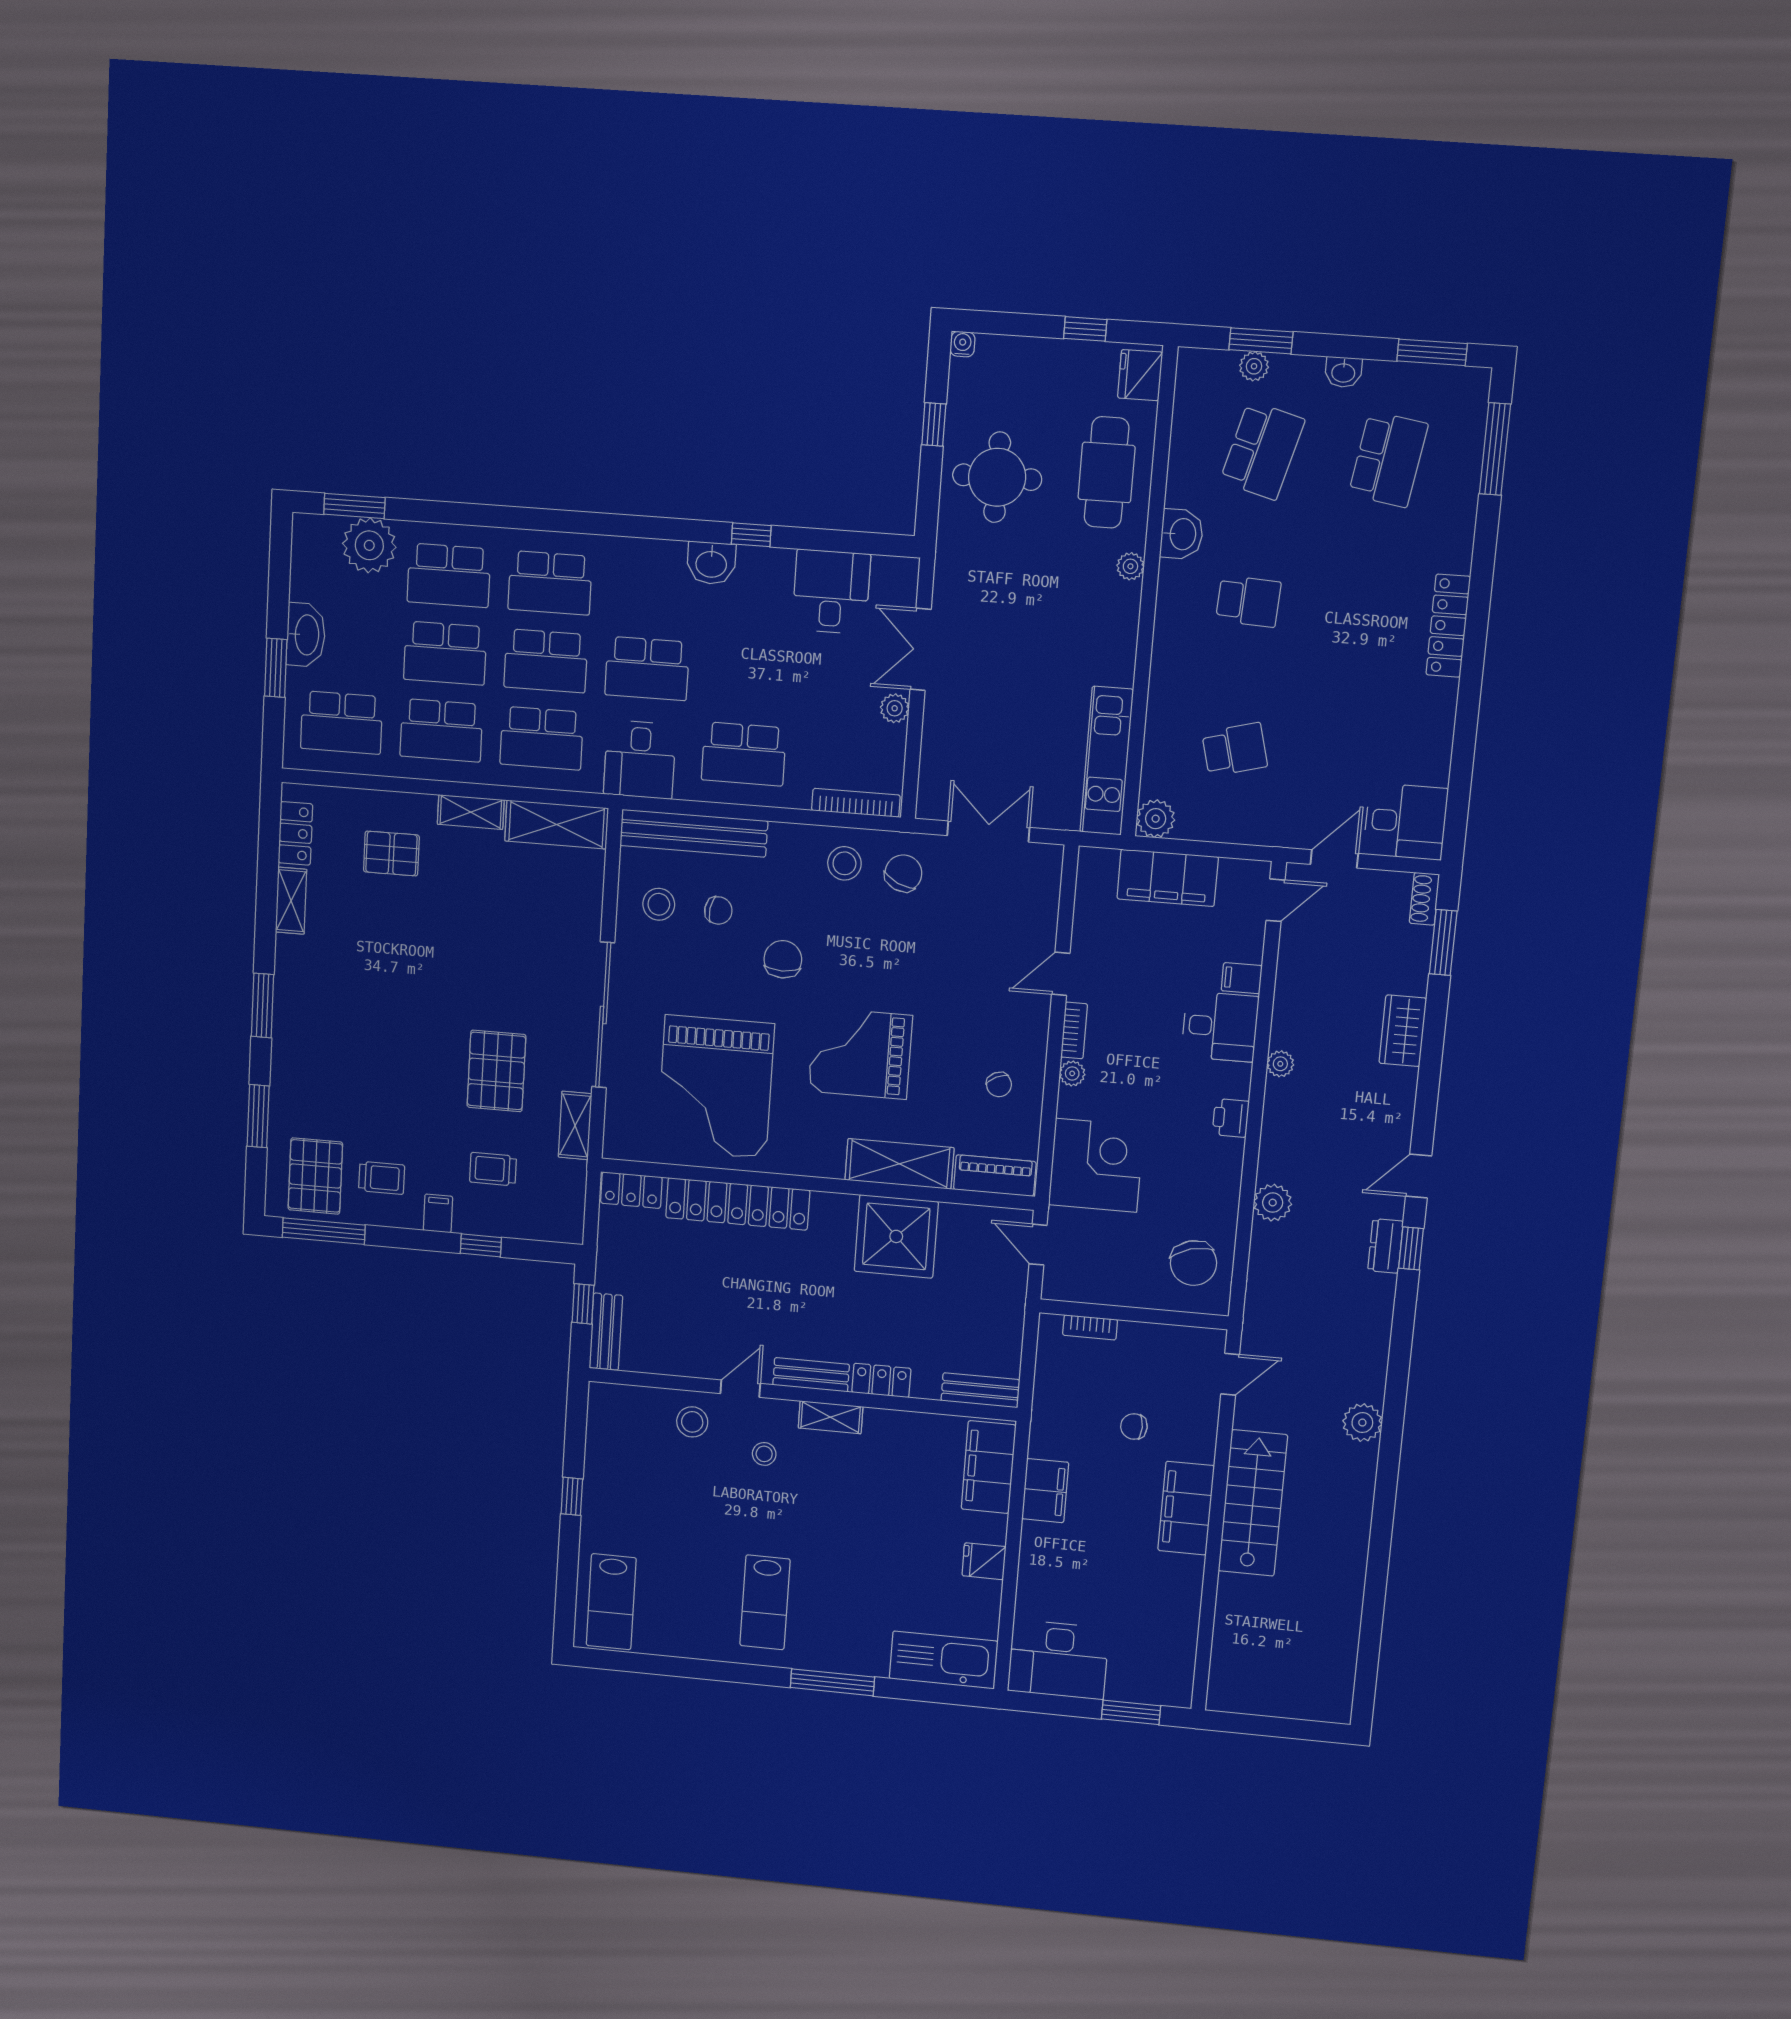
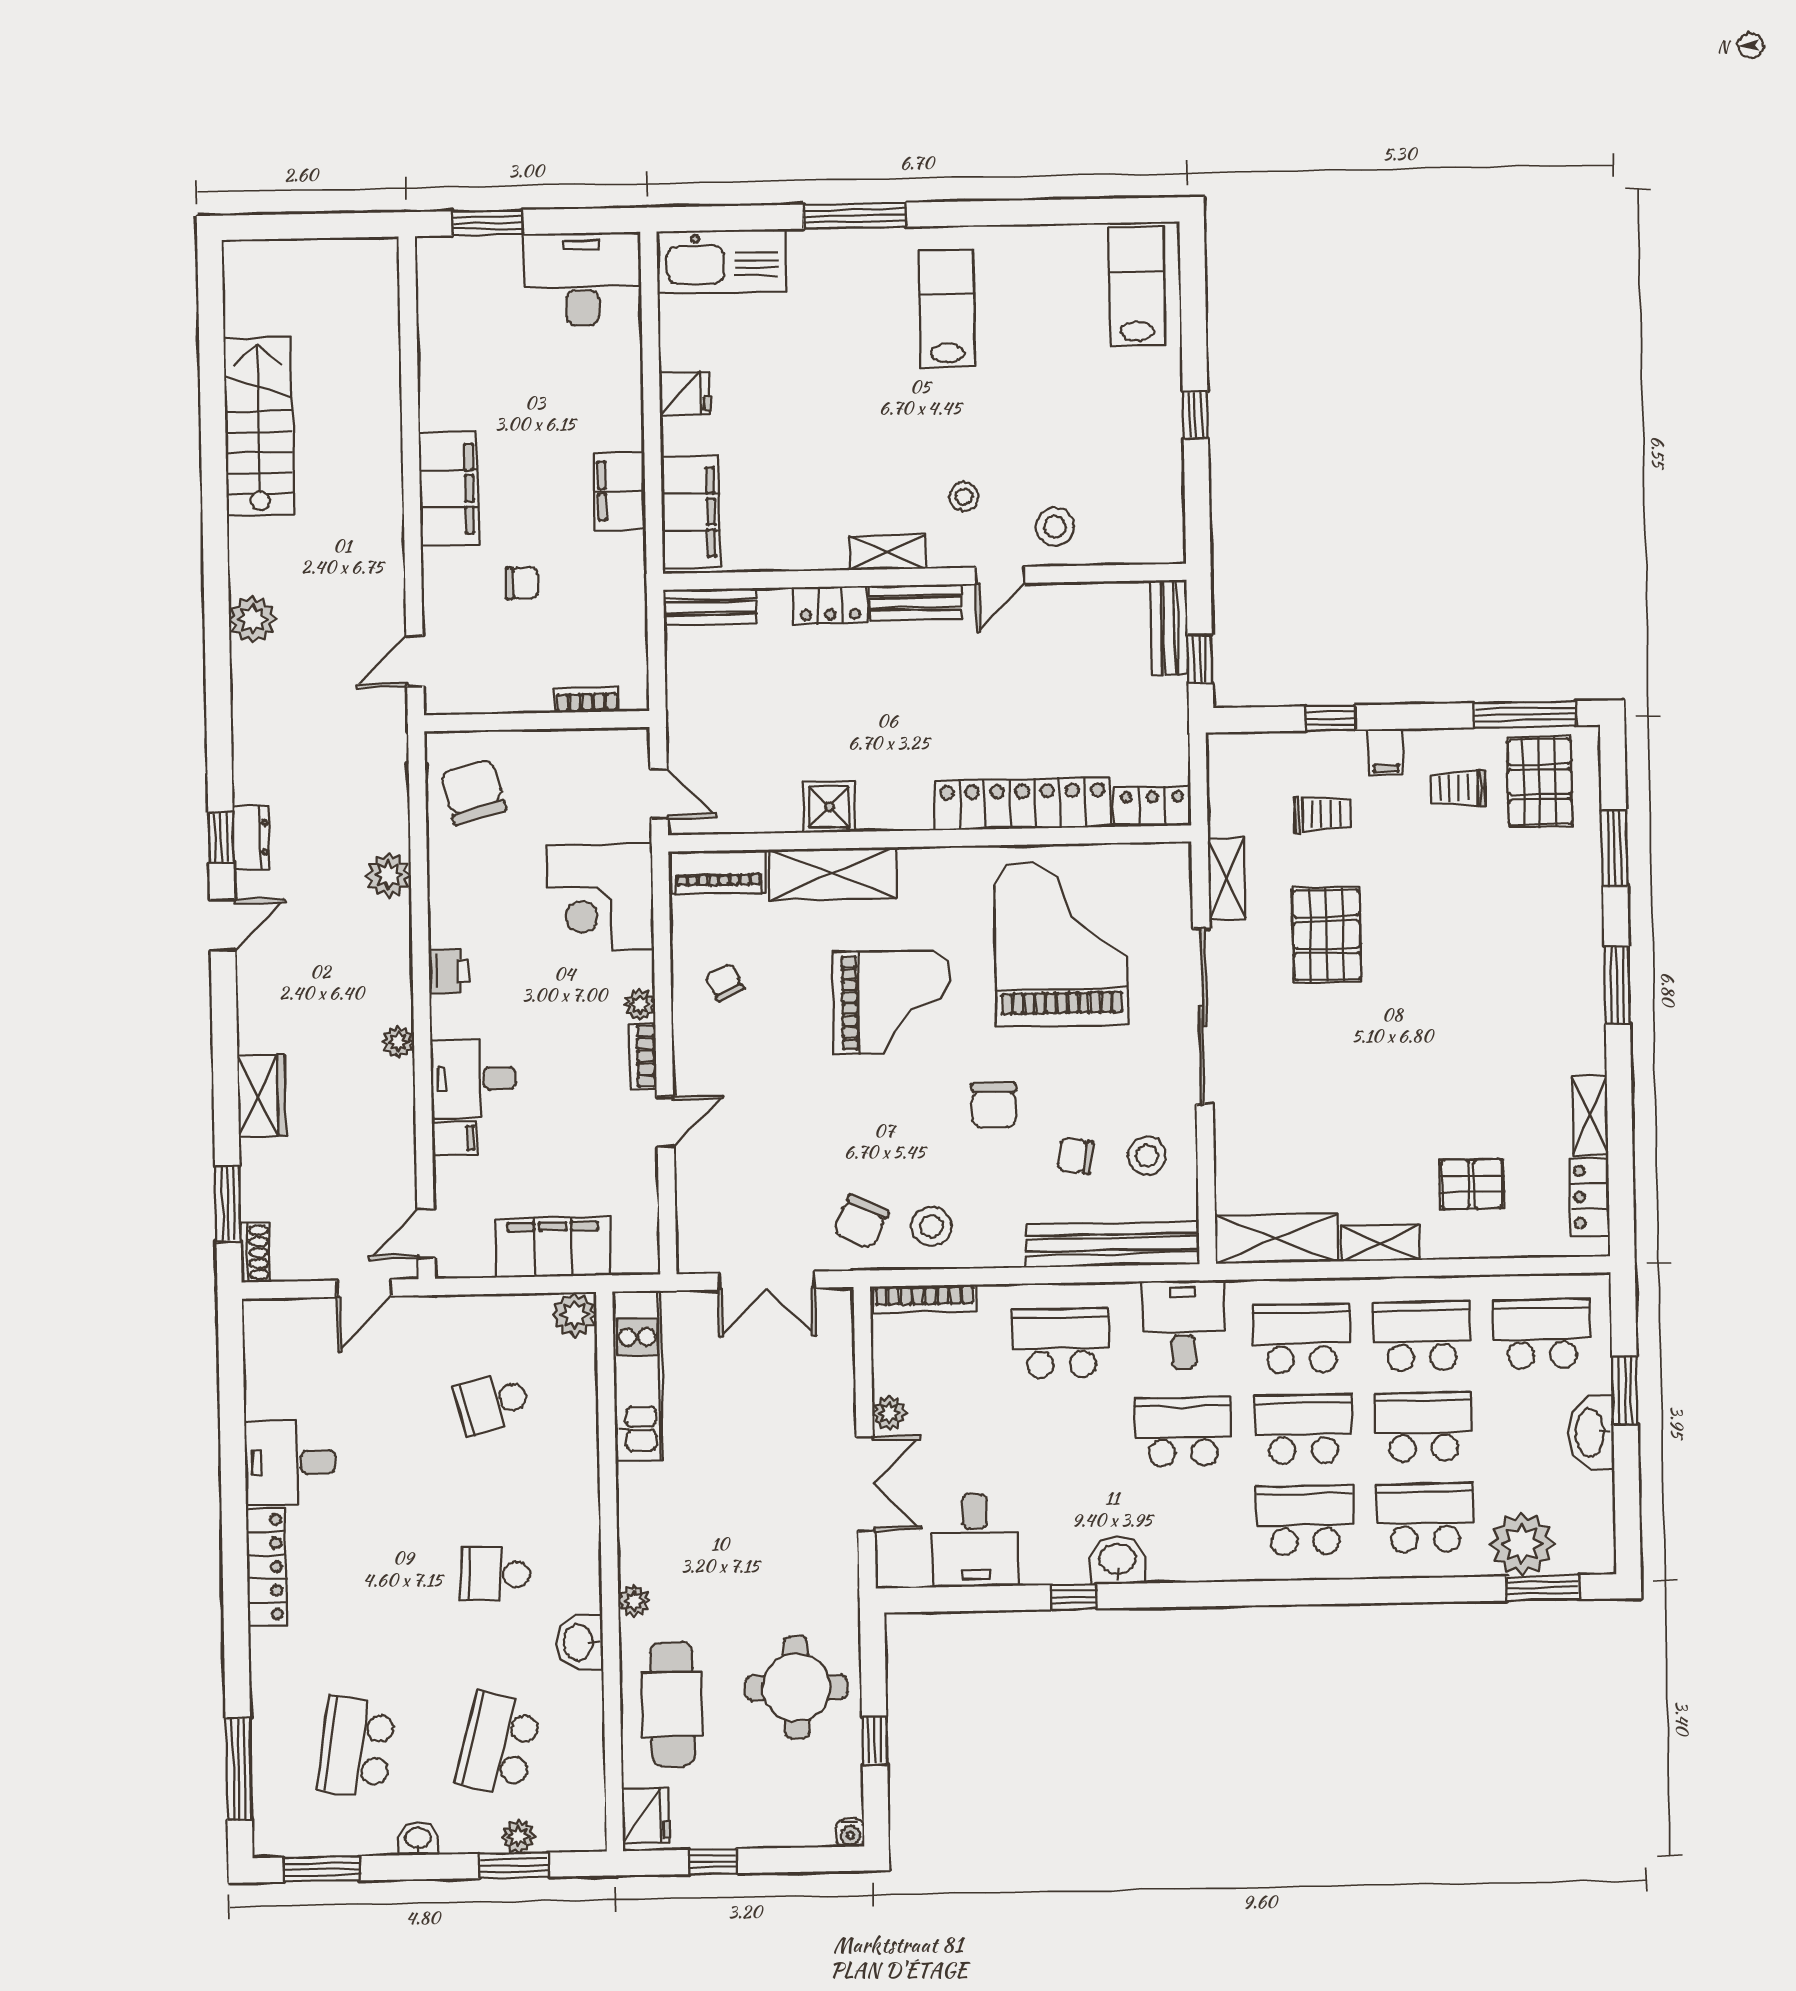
desk: (1406, 821) -> (290, 1462), moved
shower: (896, 1236) -> (829, 807), width x0.54, depth x0.54
stairs: (1253, 1503) -> (259, 426), moved, turned 180

